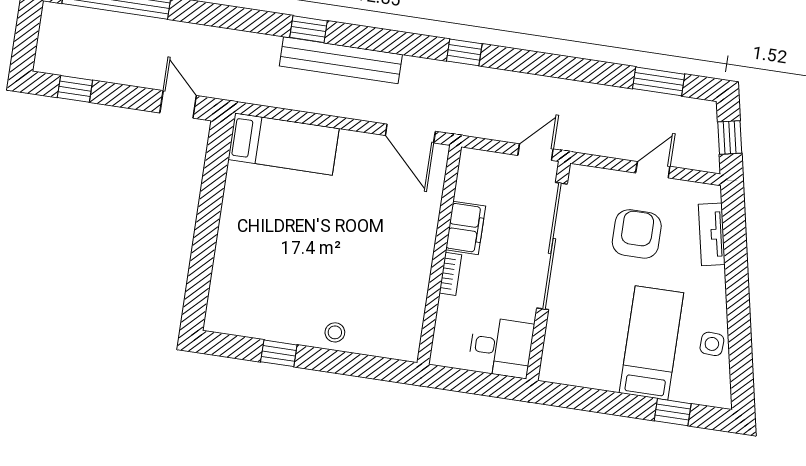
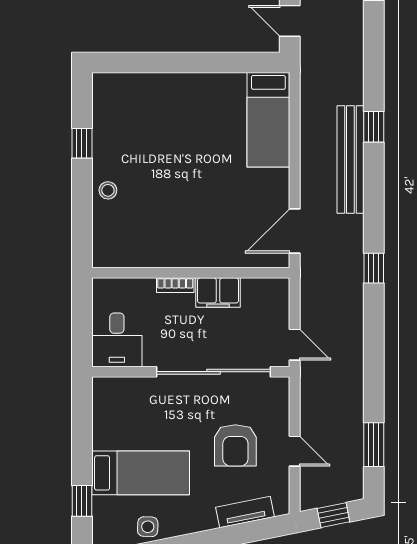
door: (178, 104) -> (290, 21), swing flipped
armchair: (637, 234) -> (235, 445), turned 90

